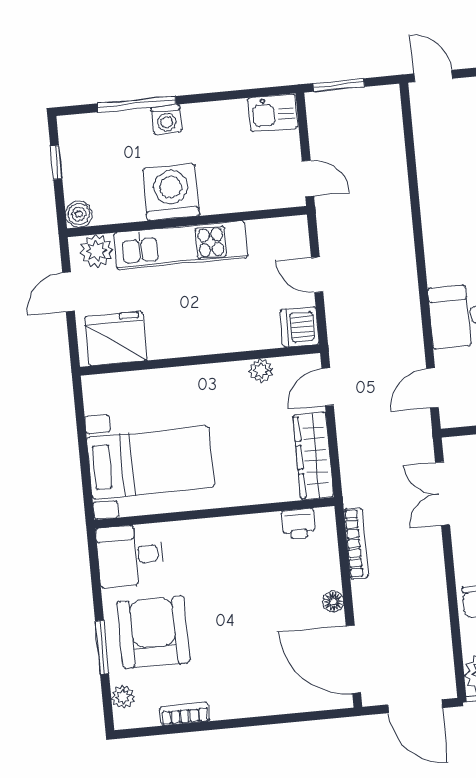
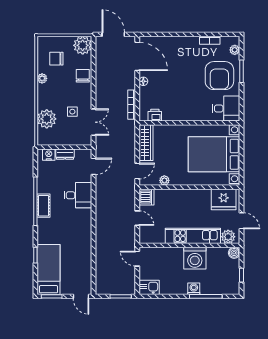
door: (68, 292) -> (241, 221), hinge flipped
bed with nightstands: (150, 463) -> (214, 154), width x1.36

